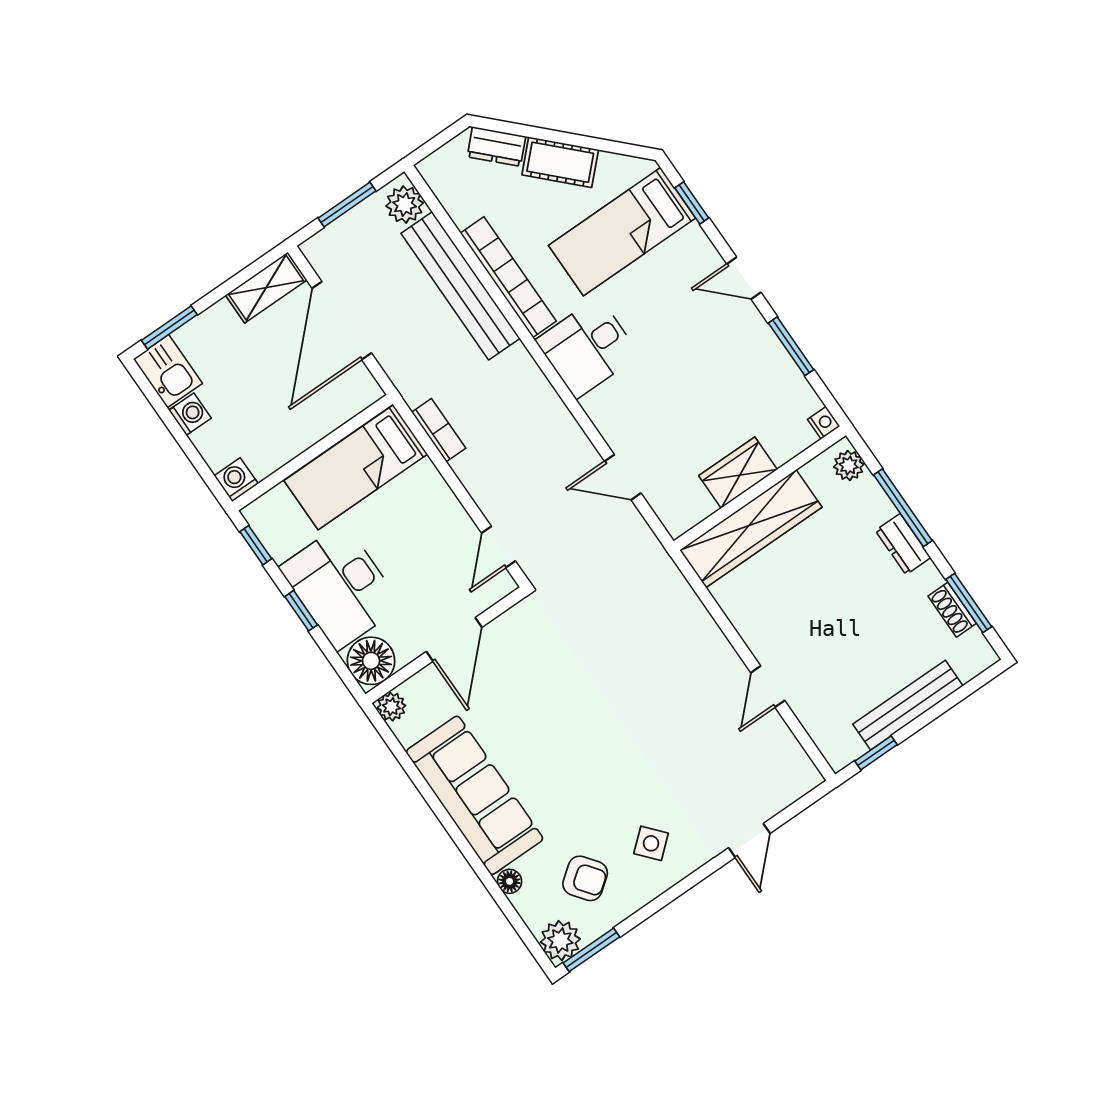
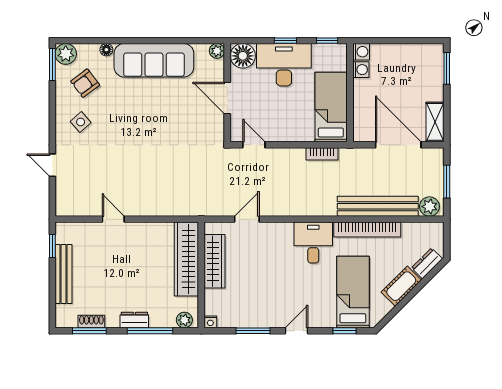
kitchen sink: (168, 371) -> (428, 55), removed
washing machine: (190, 414) -> (361, 70), moved, turned -90
wardrobe: (738, 473) -> (214, 261), width x1.50

